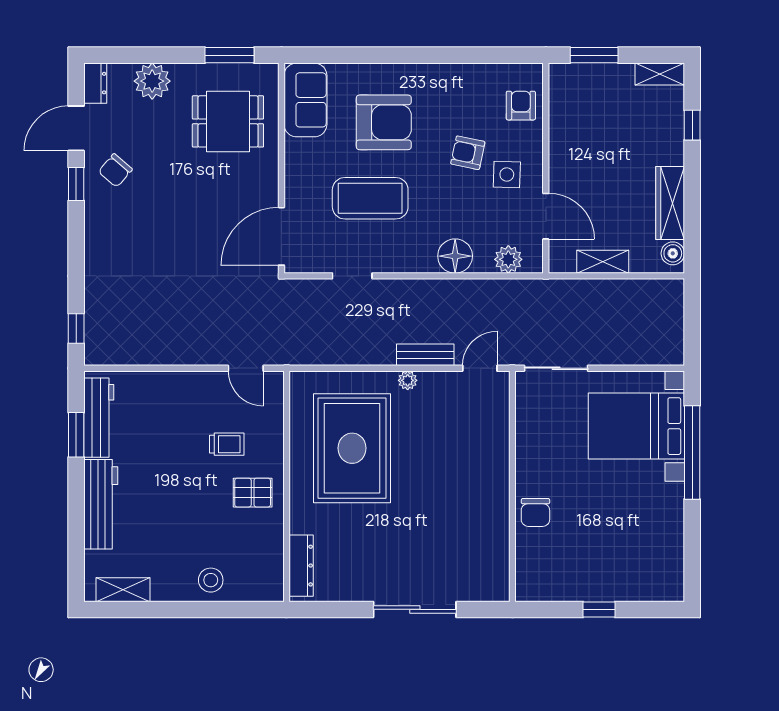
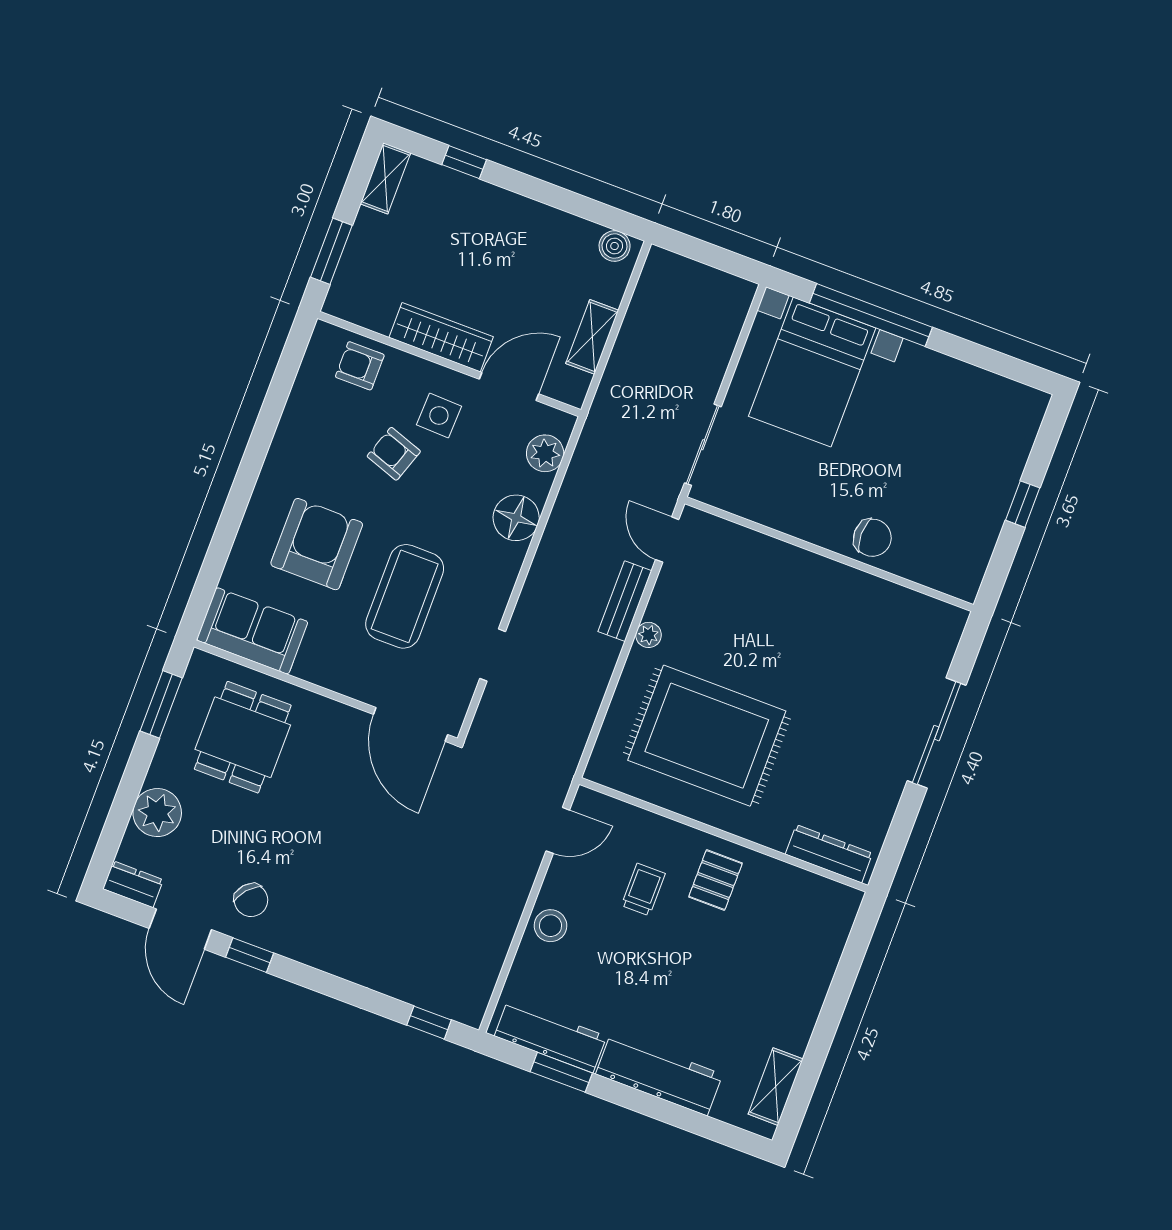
armchair: (468, 153) -> (394, 454), turned 97
wardrobe: (670, 203) -> (441, 337), moved, turned 180
stool: (211, 580) -> (551, 926), moved

